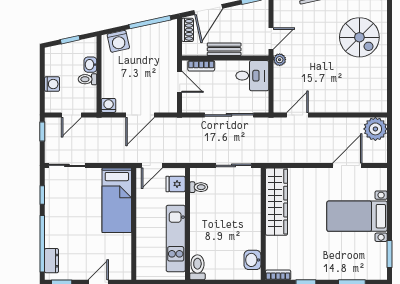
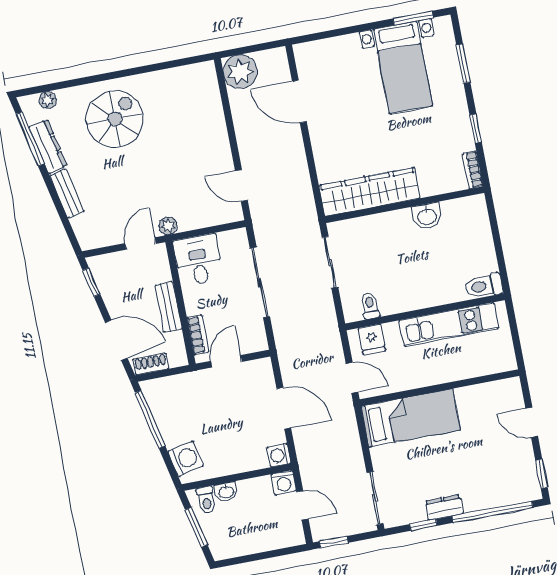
door: (271, 39) -> (140, 244), hinge flipped
window: (70, 40) -> (196, 527), width x1.50
toilet: (87, 79) -> (206, 500), moved
washing machine: (52, 84) -> (284, 483), moved, turned 180
bed with nightstands: (357, 216) -> (403, 67), moved
washbasin: (252, 260) -> (427, 216), moved
dresser: (51, 261) -> (444, 507), moved

